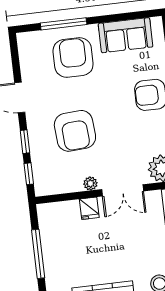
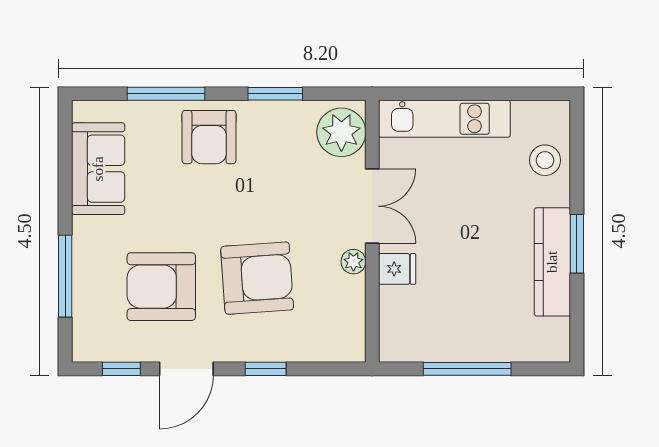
armchair: (73, 57) -> (161, 287), moved
window: (29, 174) -> (121, 369), moved

